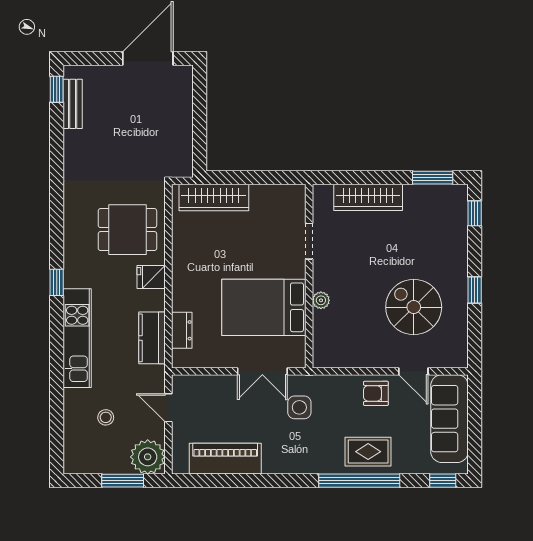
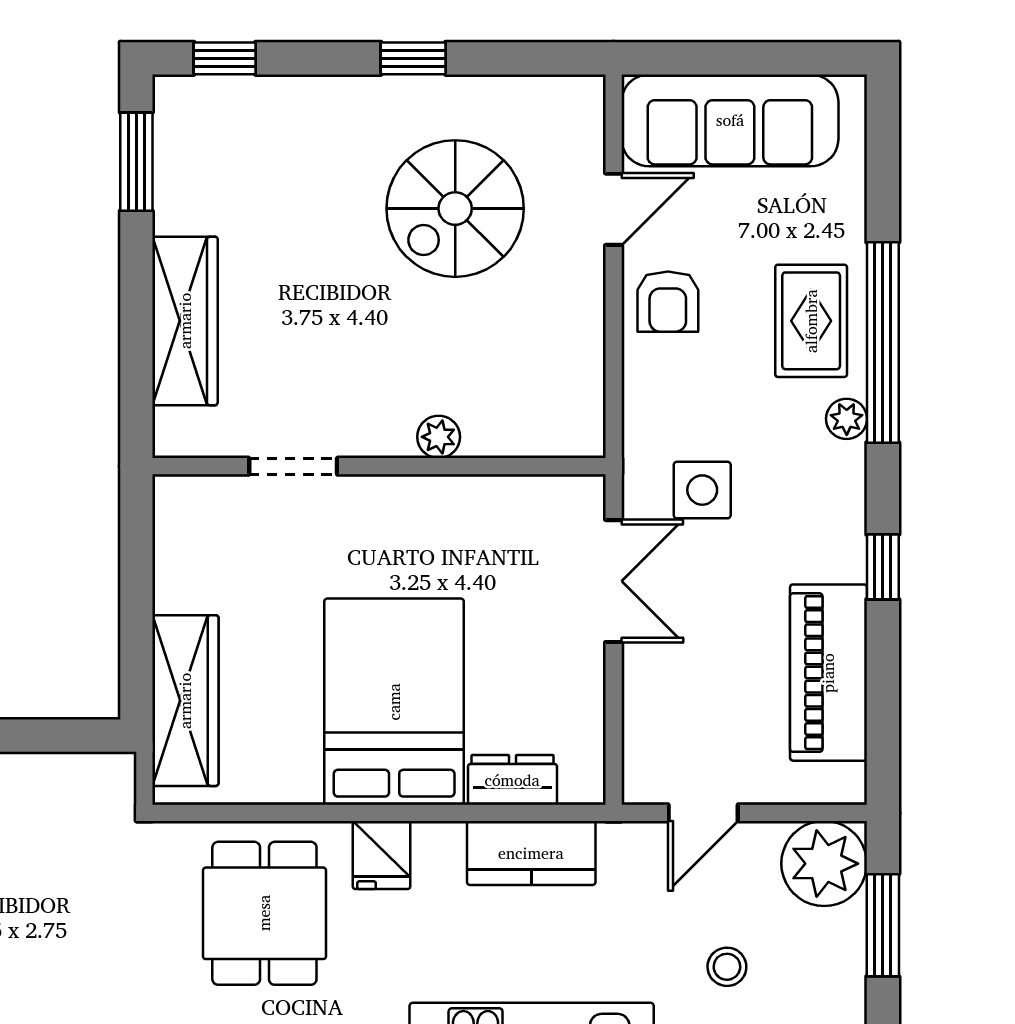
bed: (264, 307) -> (394, 702), moved, turned 180
plant: (328, 466) -> (847, 419), added
window: (443, 481) -> (883, 567), moved

